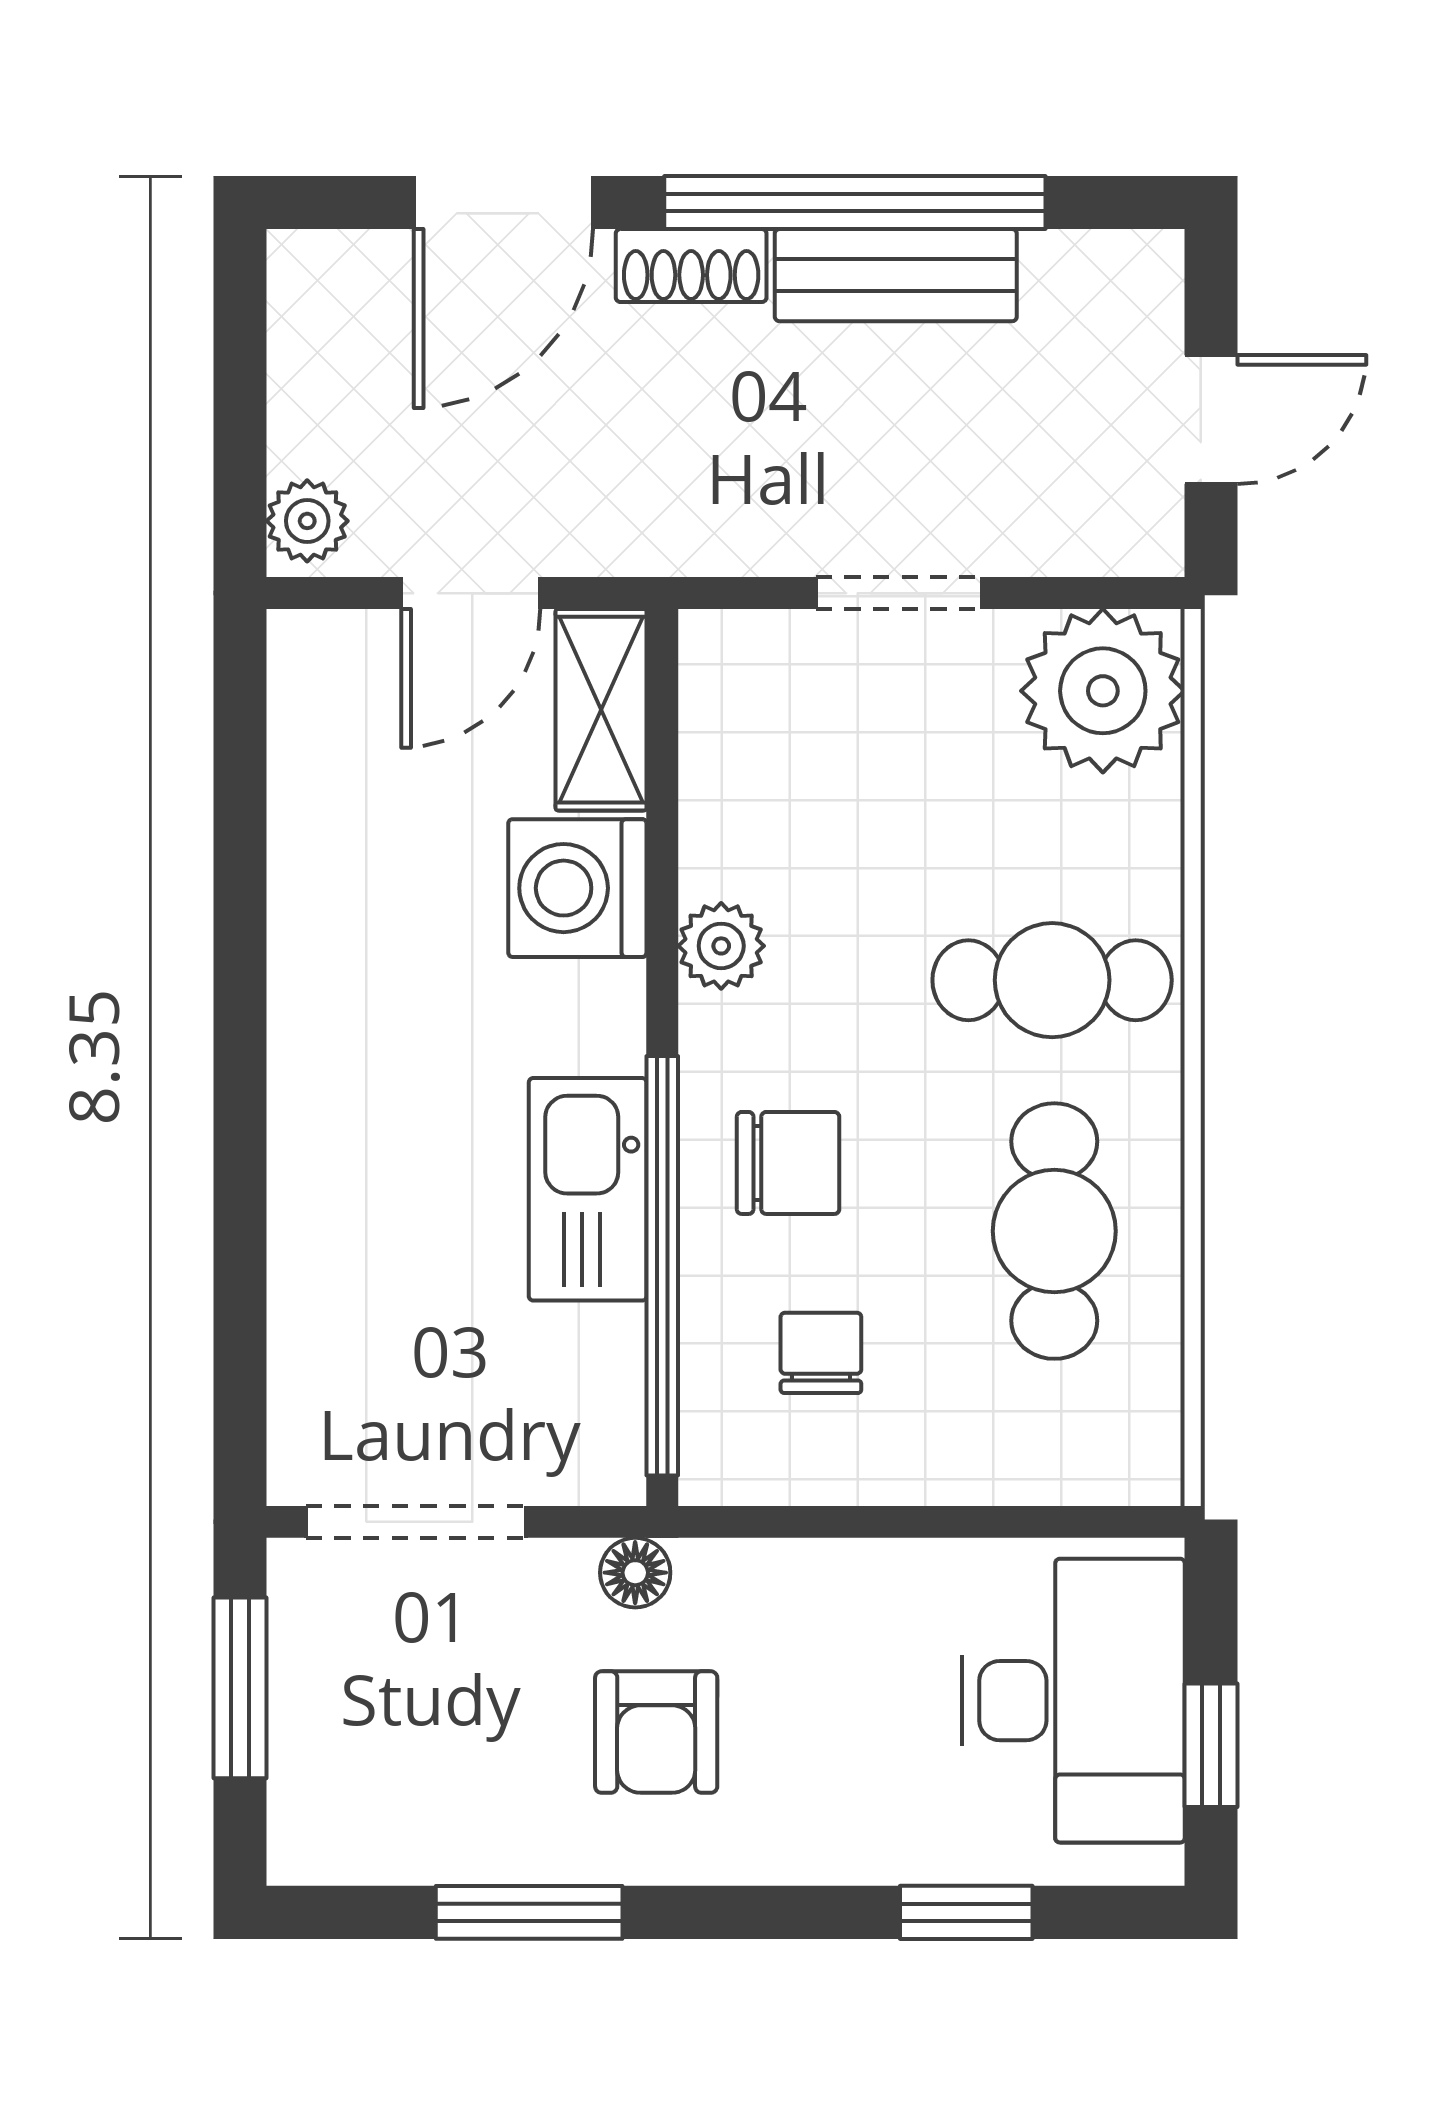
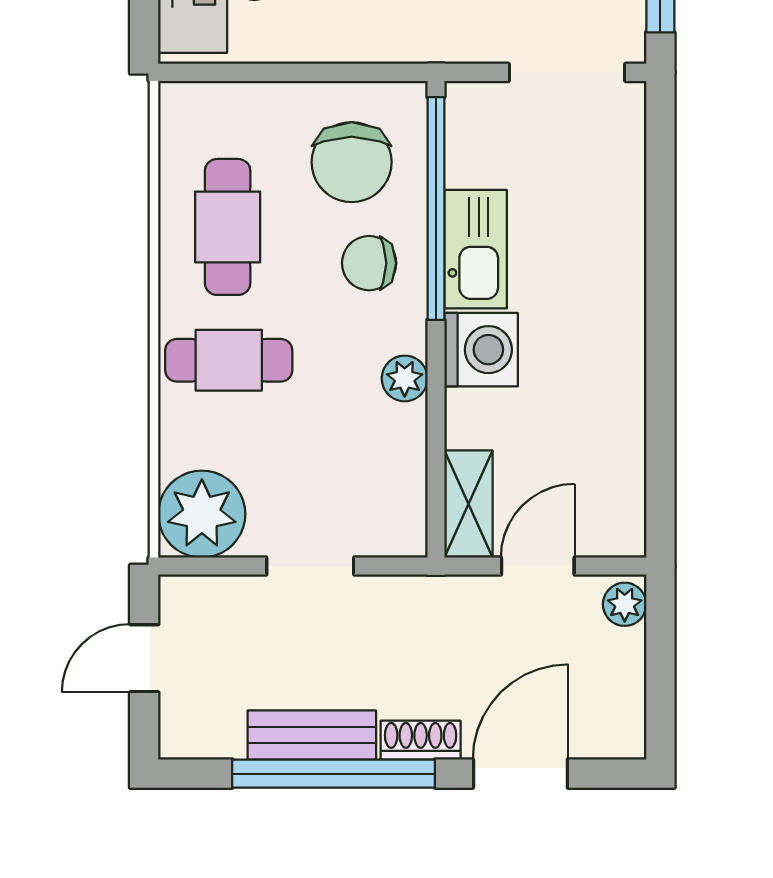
washing machine: (577, 888) -> (481, 350), moved
chair: (821, 1353) -> (352, 162), width x1.87, depth x1.87
floor lamp: (635, 1573) -> (450, 45), removed

